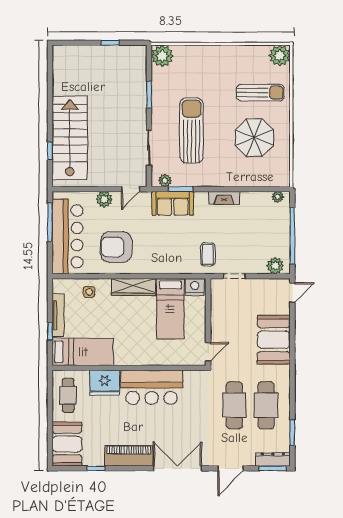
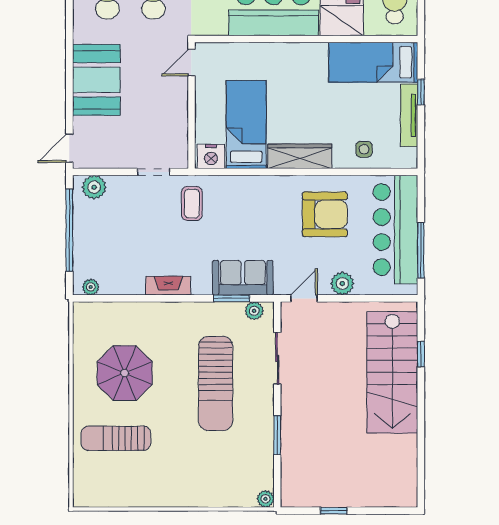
plant: (280, 55) -> (88, 492), removed
plant: (162, 56) -> (265, 499), width x0.53, depth x0.53

